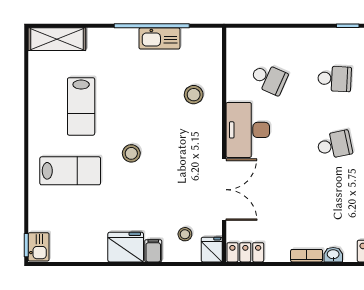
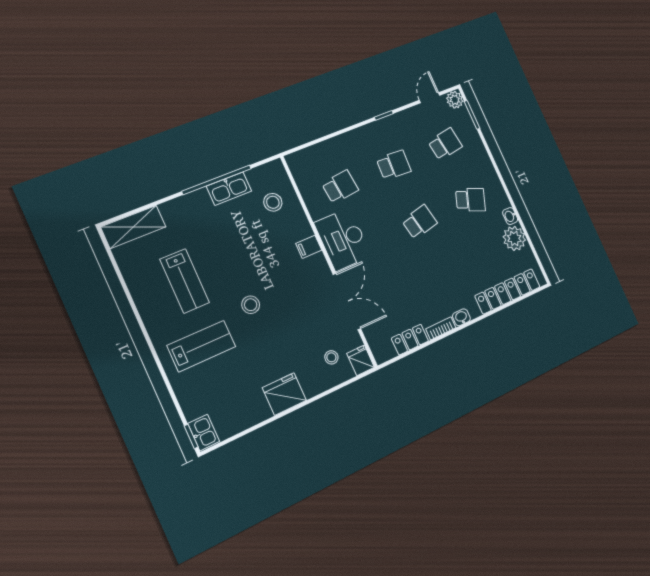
school desk: (269, 79) -> (340, 187), turned -30
stool: (194, 95) -> (273, 202), moved
filing cabinet: (153, 251) -> (309, 247), moved, turned -90
locker: (245, 252) -> (410, 340), moved

